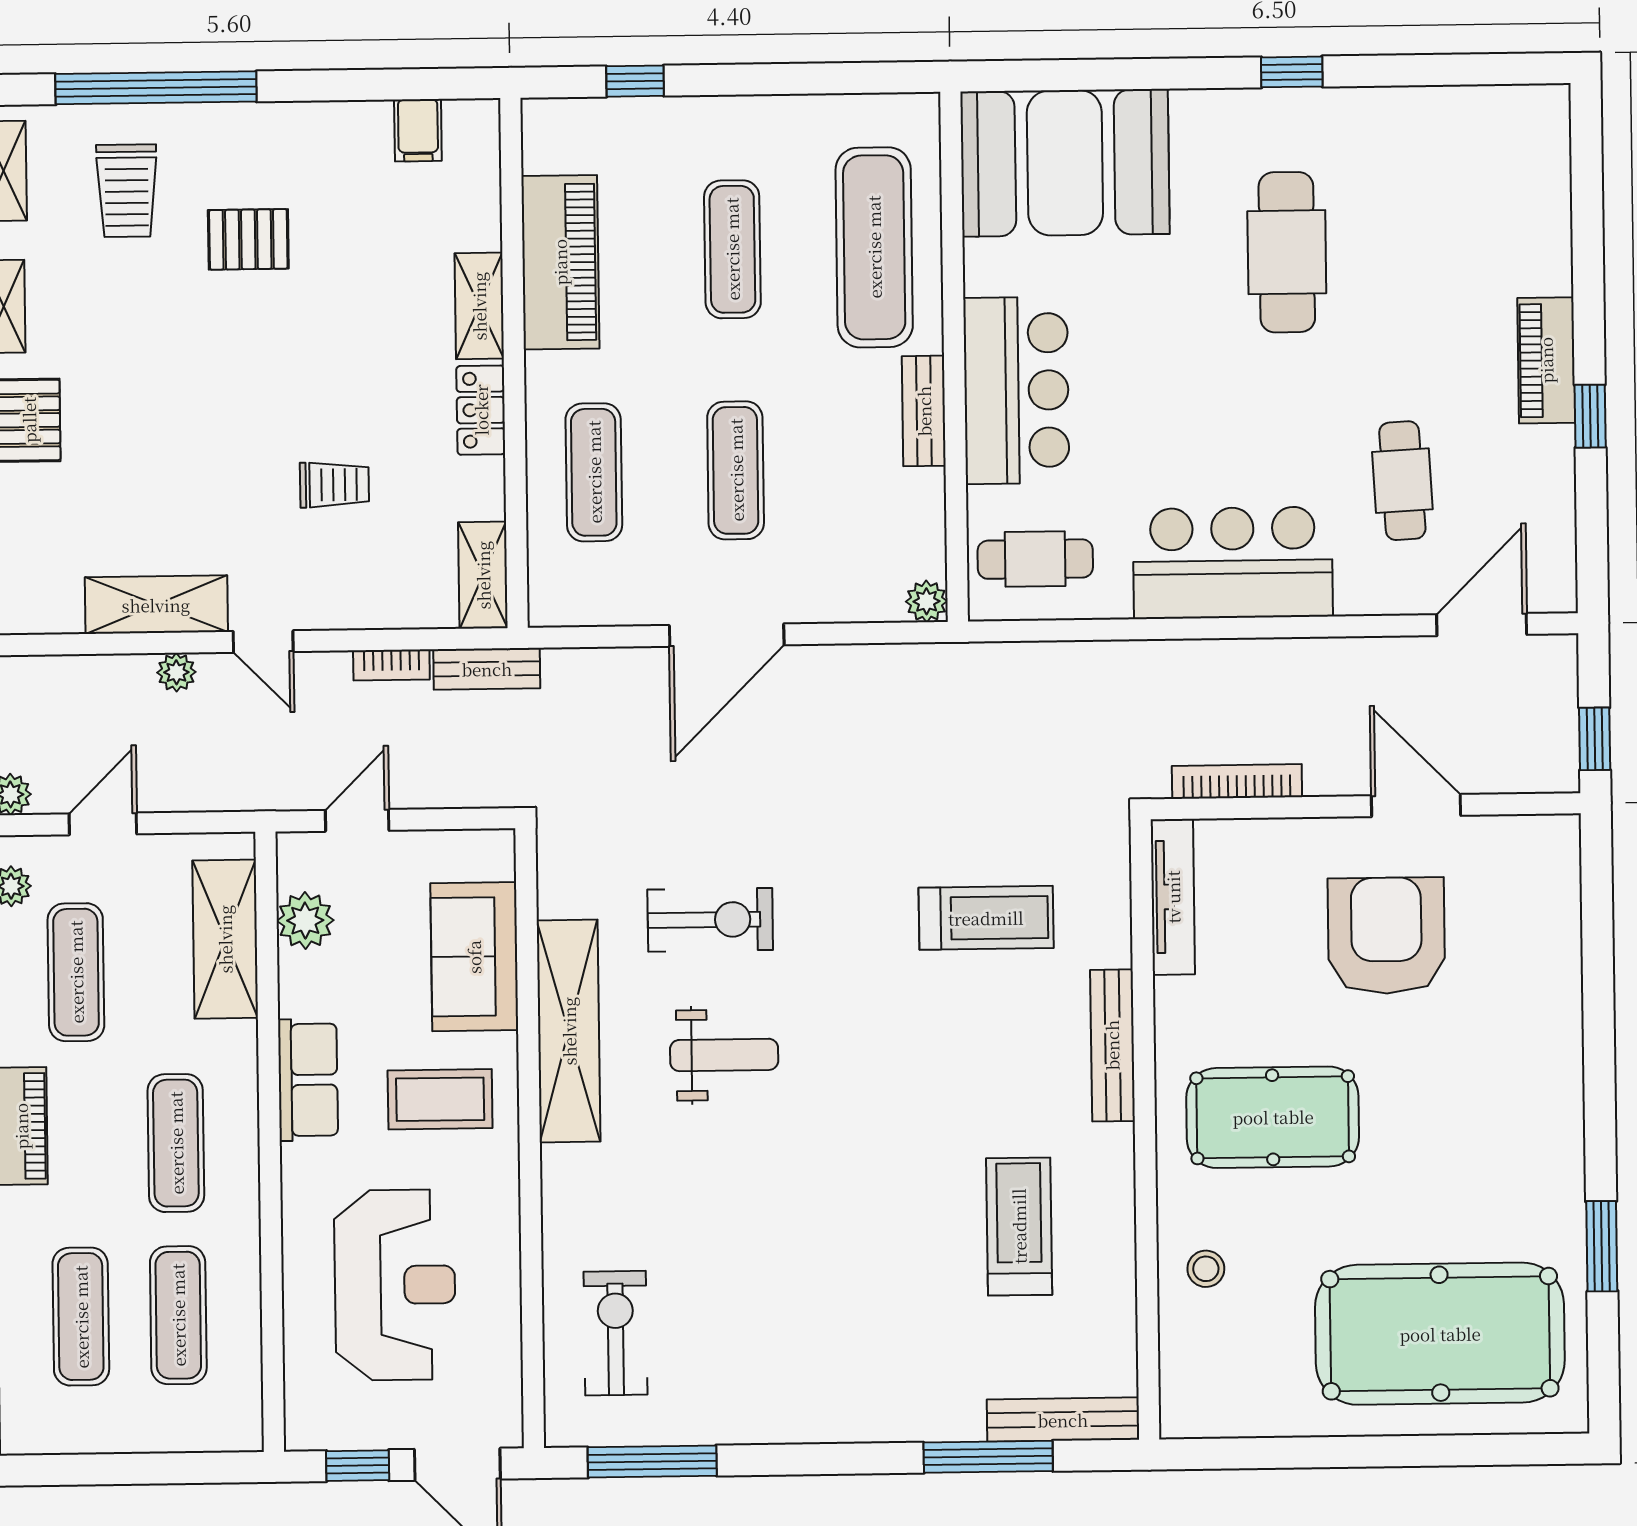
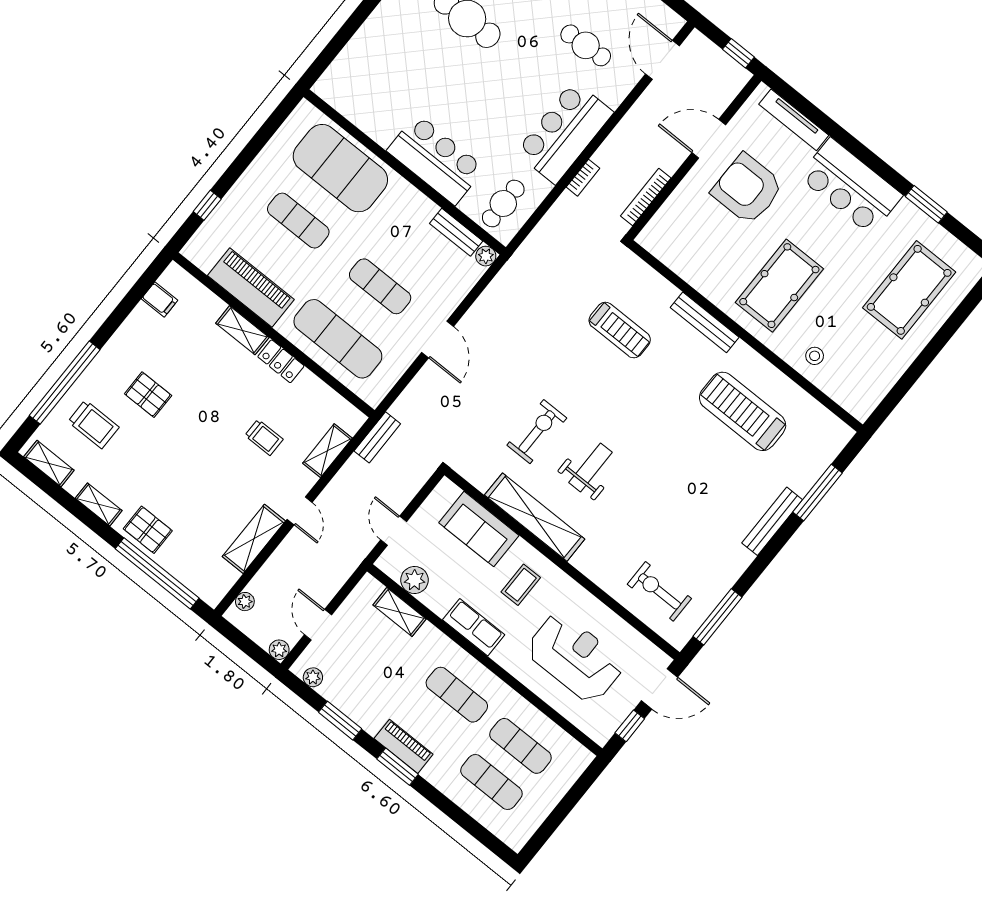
booth: (1065, 163) -> (367, 73), removed
pallet: (248, 239) -> (148, 395), turned 90
exercise mat: (874, 247) -> (340, 168), width x1.47
bench: (924, 411) -> (456, 232), moved
exercise mat: (594, 472) -> (338, 339), width x1.36, depth x1.45
trolley: (334, 485) -> (264, 437), turned 90
shelving: (483, 575) -> (327, 451), moved, turned 90
door: (727, 635) -> (438, 339), width x0.73
door: (263, 642) -> (300, 511), hinge flipped
bookcase: (391, 665) -> (583, 178), moved
plant: (176, 672) -> (245, 602), moved
tv unit: (1173, 897) -> (794, 120), moved, turned 180
treadmill: (986, 918) -> (620, 330), turned 90
shelving: (225, 939) -> (399, 612), width x0.67, depth x0.75
exercise mat: (76, 972) -> (364, 680), removed
coffee table: (440, 1099) -> (521, 585), width x0.73, depth x0.77
bar counter: (1530, 1099) -> (851, 186), added
treadmill: (1019, 1226) -> (743, 411), width x1.37, depth x1.38
pool table: (1440, 1334) -> (909, 290), width x0.73, depth x0.76
bench: (1063, 1420) -> (772, 521), moved

